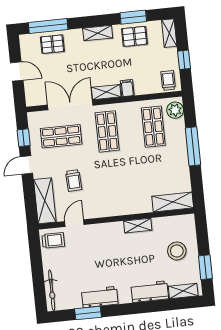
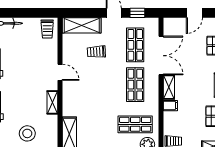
shop shelf: (107, 131) -> (135, 85), turned 90
door: (74, 223) -> (60, 72), moved

